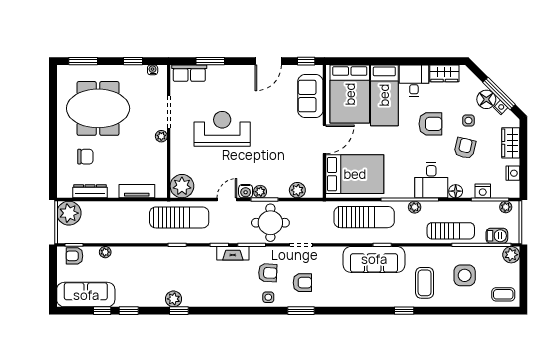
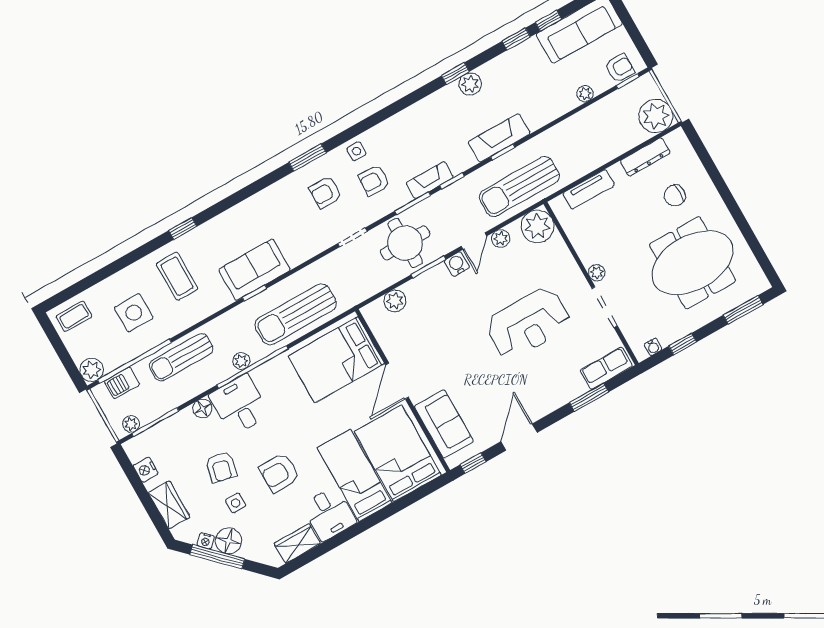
nightstand: (483, 191) -> (170, 427), removed
plant: (260, 192) -> (501, 239), moved
fireplace: (174, 255) -> (499, 138), added
sofa: (374, 259) -> (254, 270), width x0.73

